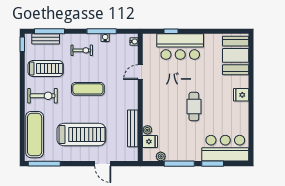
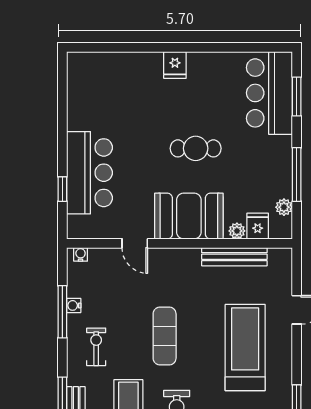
booth: (236, 55) -> (189, 216), moved
window: (213, 164) -> (297, 96), moved

